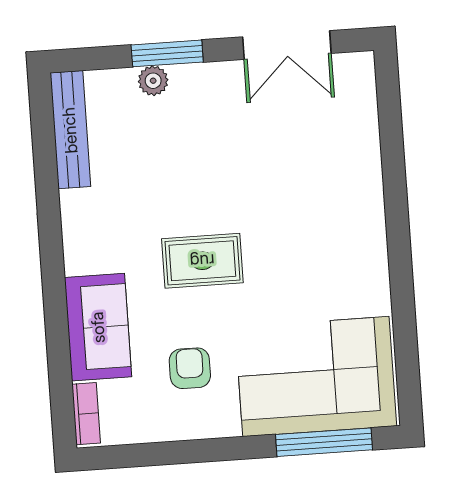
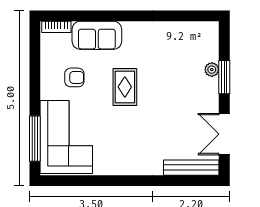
bench: (70, 130) -> (191, 168), moved

